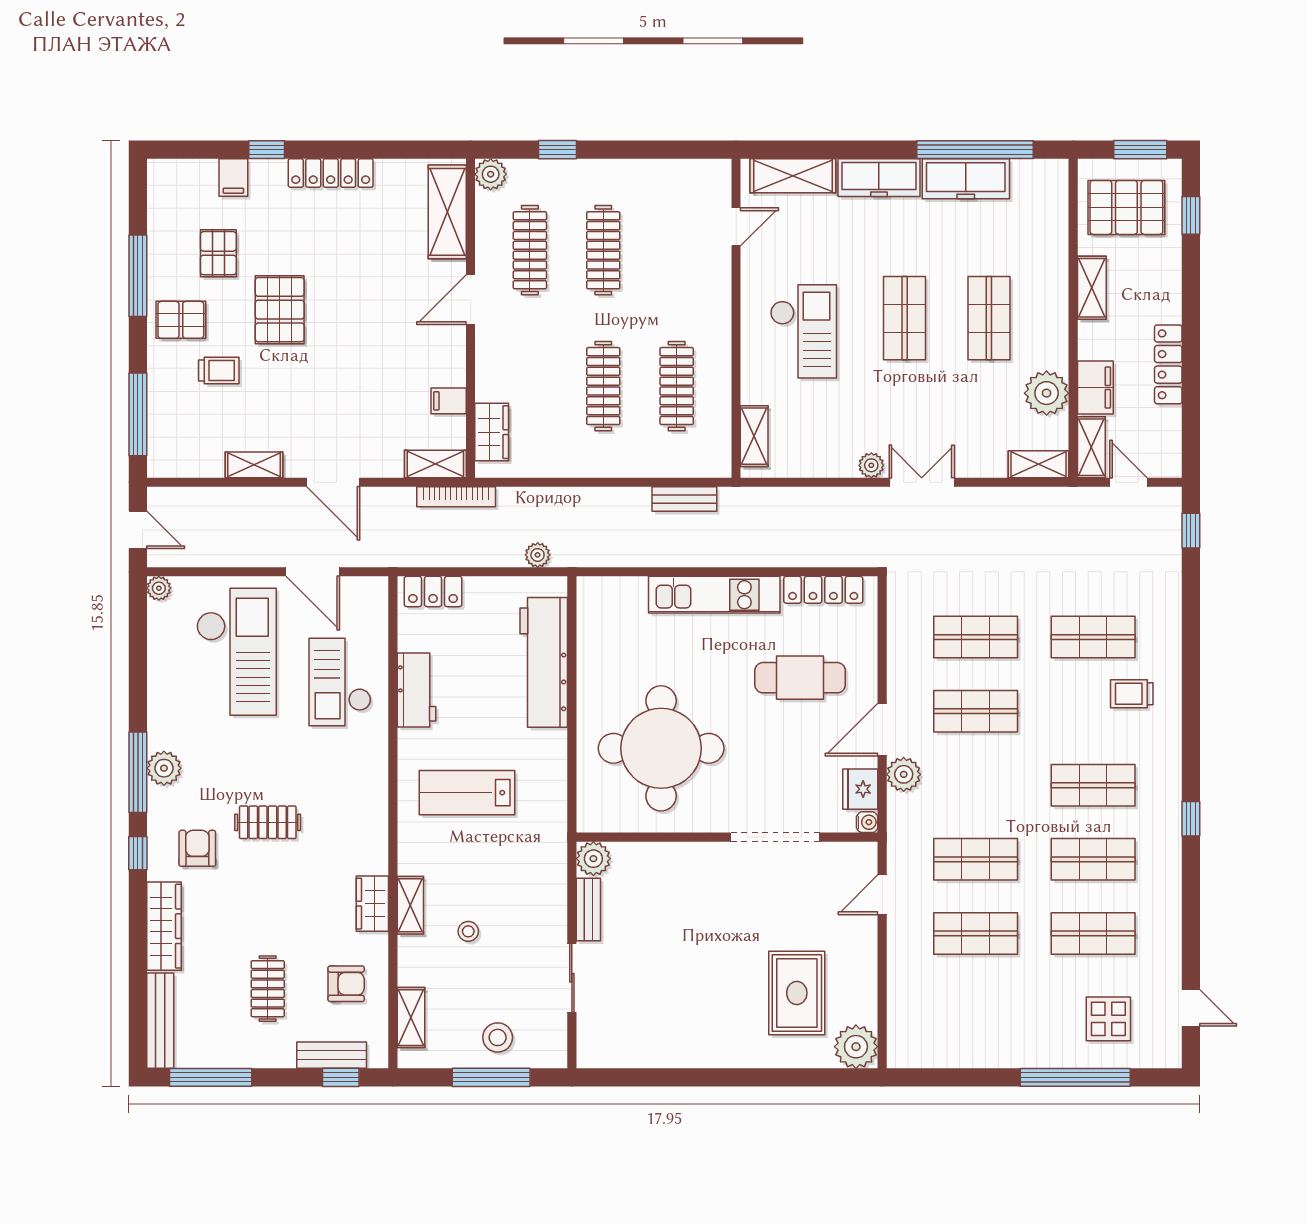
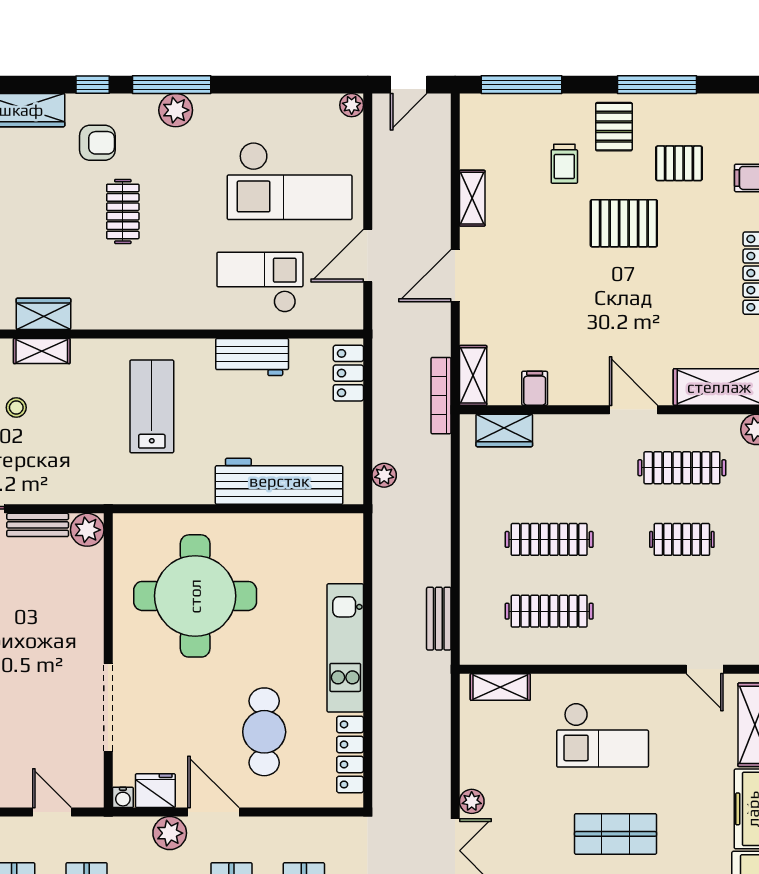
clothes rail: (603, 250) -> (682, 539), width x0.73

